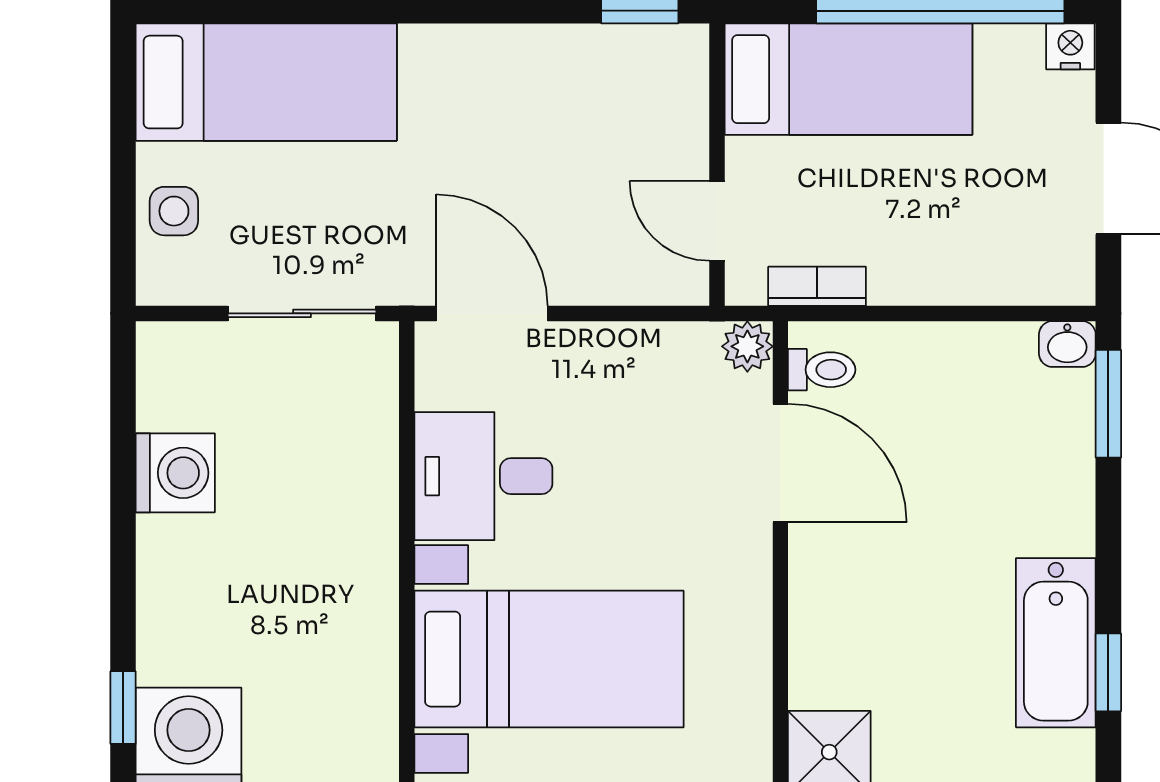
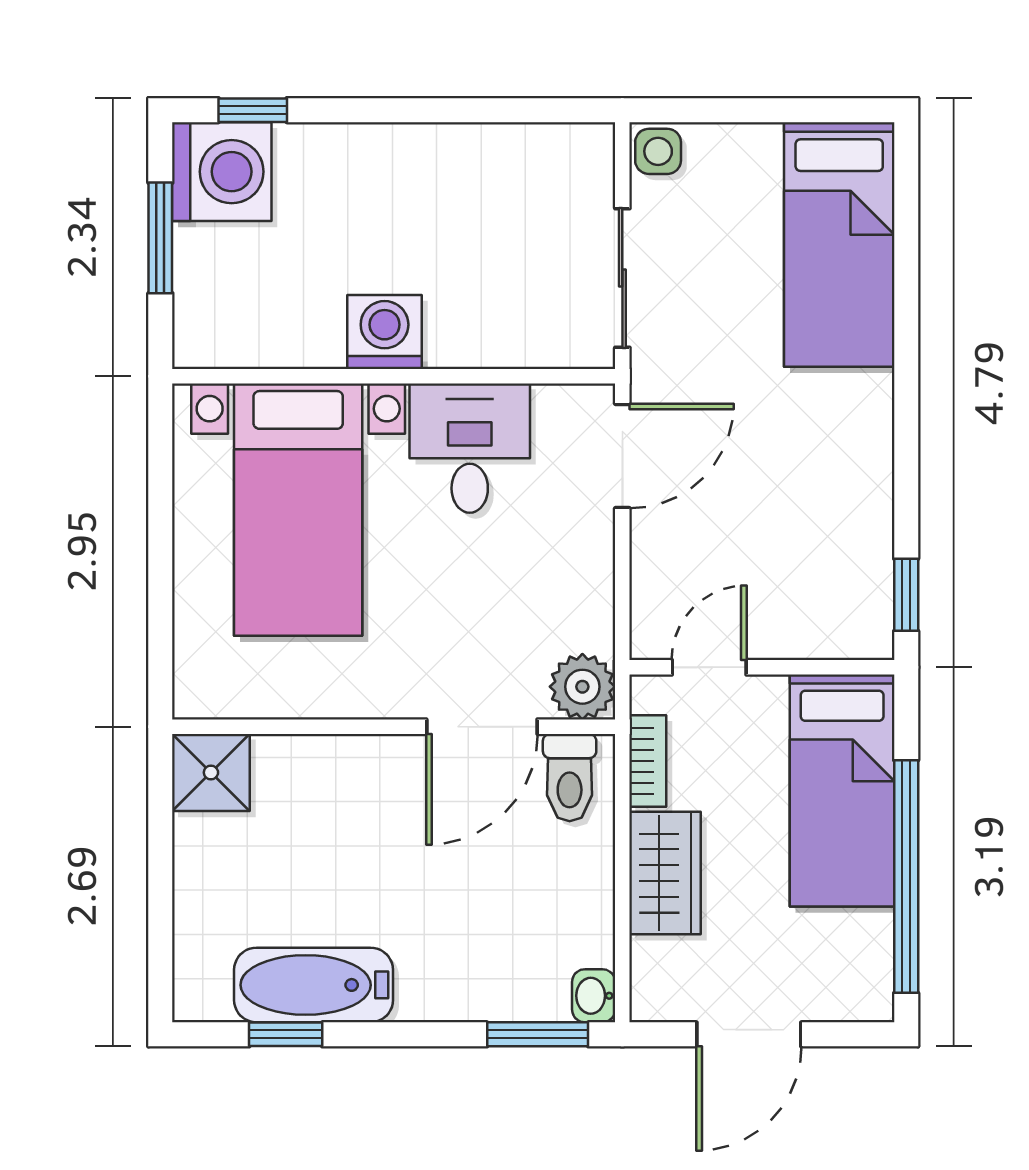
nightstand: (1070, 46) -> (873, 999), removed
side table: (174, 211) -> (658, 151), moved
wardrobe: (936, 268) -> (665, 873), added
plant: (747, 346) -> (582, 687), width x1.38, depth x1.38
toilet: (822, 370) -> (570, 778), width x1.37, depth x1.39
washing machine: (175, 473) -> (385, 332), moved, turned 180

